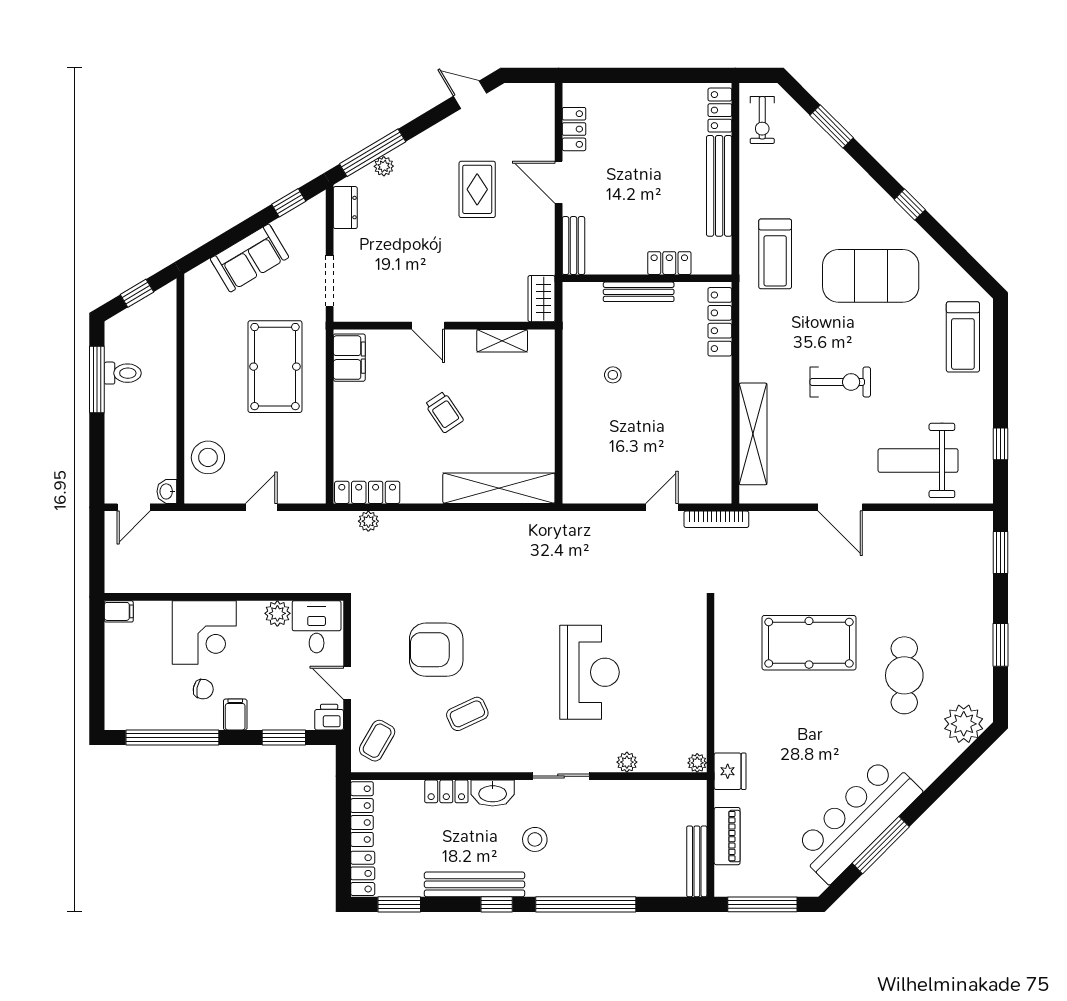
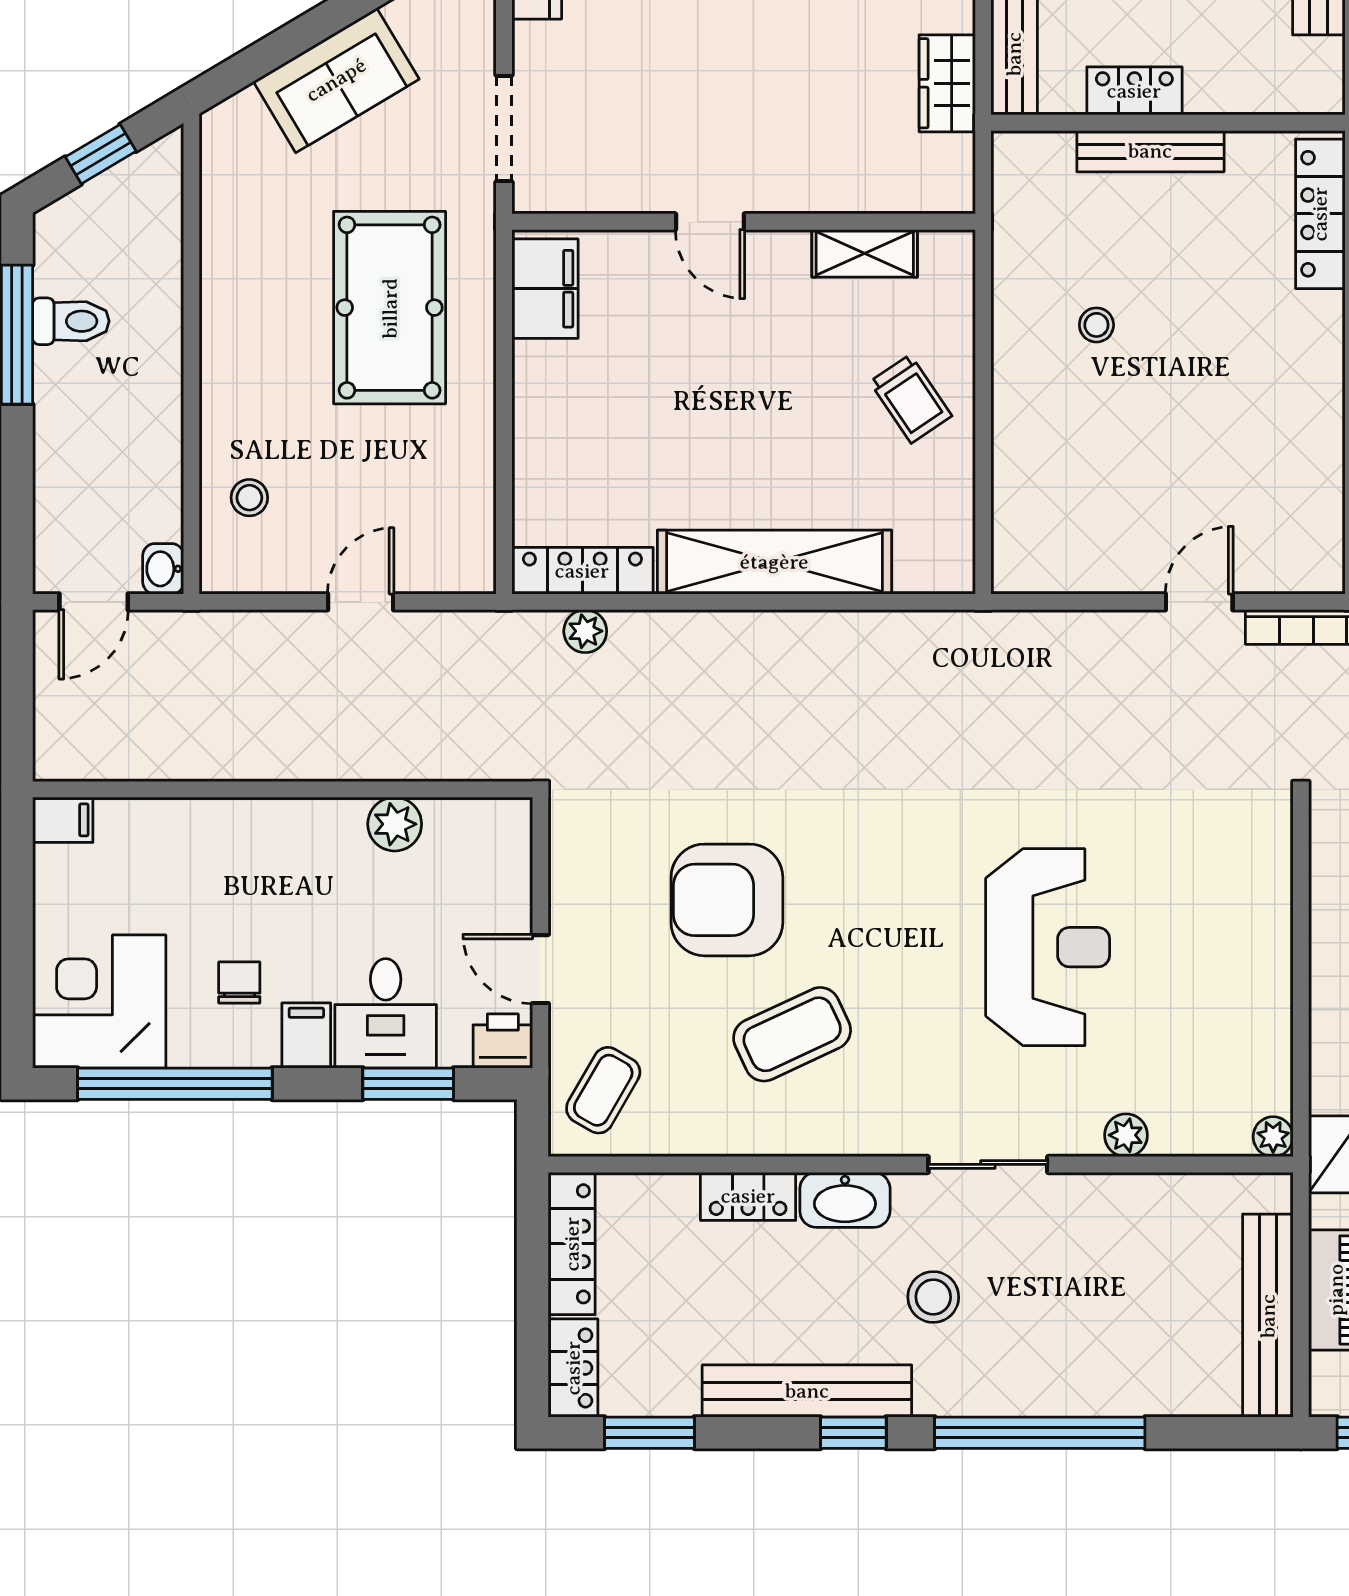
locker: (669, 263) -> (1134, 91), moved
wardrobe: (541, 299) -> (947, 83), moved
trolley: (444, 412) -> (911, 399), moved
stool: (208, 457) -> (249, 498), width x0.53, depth x0.53
shelving: (499, 488) -> (774, 562), moved
desk: (317, 627) -> (386, 1013), moved, turned 180
corner desk: (204, 632) -> (99, 1001), moved, turned 180
chair: (203, 689) -> (239, 983), turned -101
coffee table: (467, 714) -> (792, 1034), width x1.36, depth x1.30
bench: (697, 861) -> (1268, 1316), width x1.37, depth x1.21

